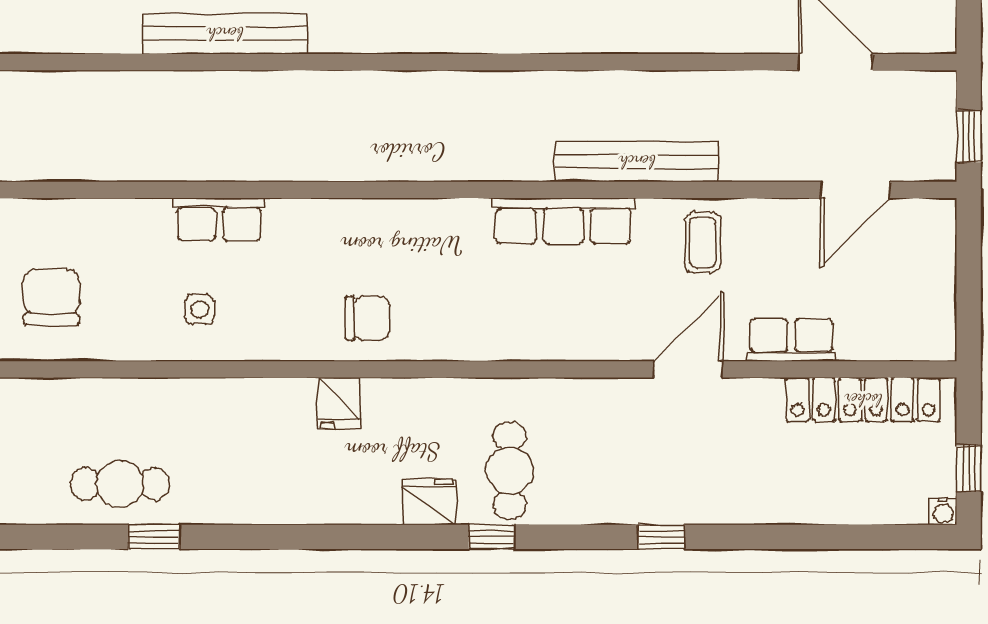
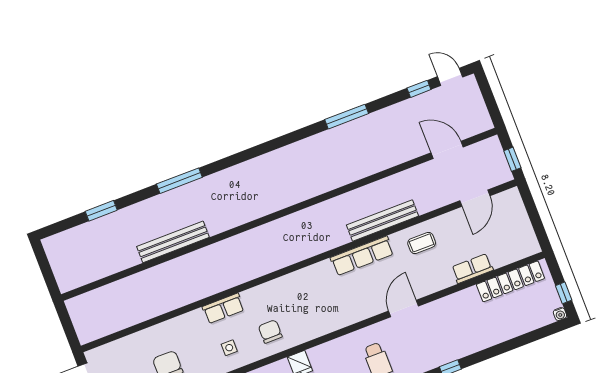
bench: (225, 34) -> (173, 242), moved
coffee table: (703, 243) -> (422, 243), turned 90
chair: (367, 318) -> (270, 331), moved, turned -90
door: (688, 369) -> (403, 308), moved

